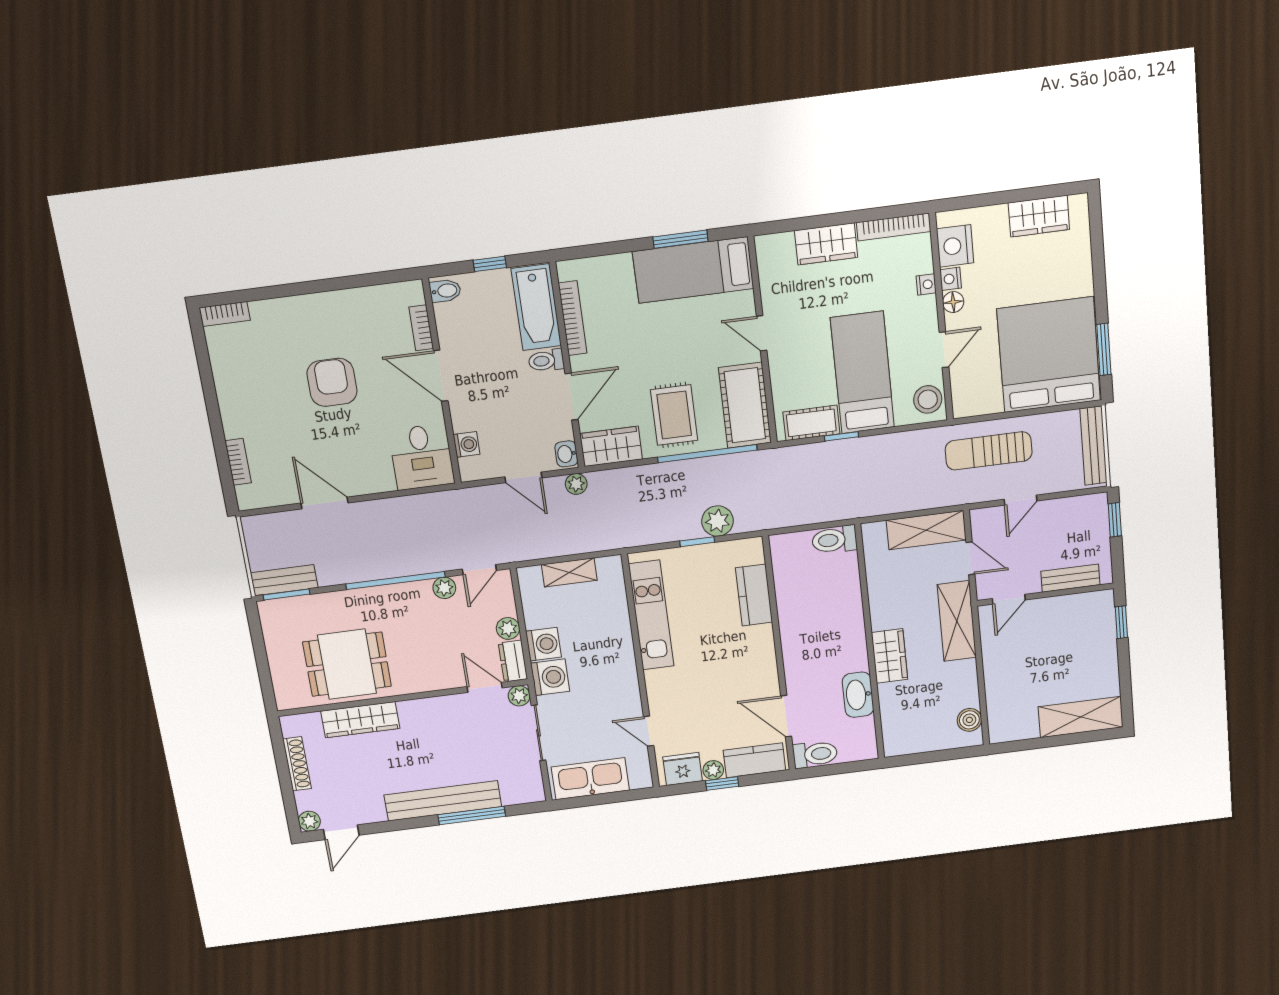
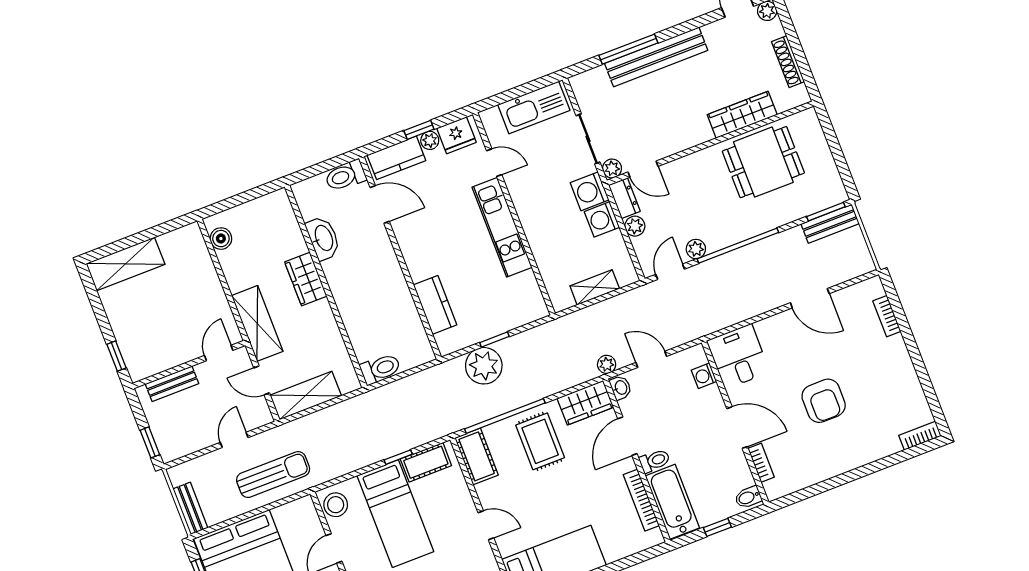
cot: (745, 405) -> (477, 456), width x0.73, depth x0.75
bench: (1093, 446) -> (190, 508), width x0.73
plant: (717, 521) -> (484, 366), width x1.36, depth x1.36
kitchen unit: (651, 615) -> (502, 227), moved

